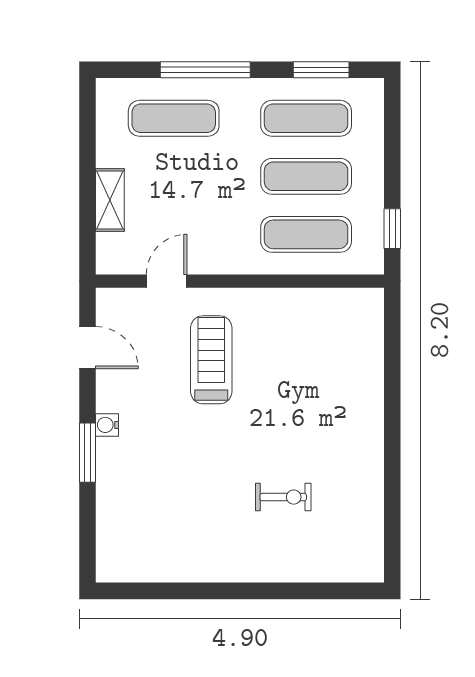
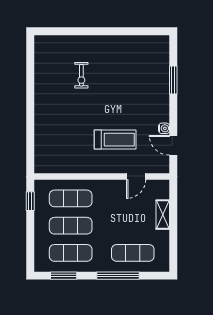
treadmill: (211, 360) -> (115, 140), turned -90
water cooler: (107, 425) -> (164, 128), moved
window: (87, 453) -> (173, 80), moved
exercise bike: (283, 497) -> (81, 75), turned -90

